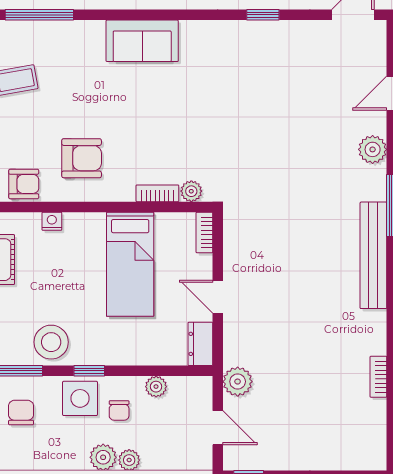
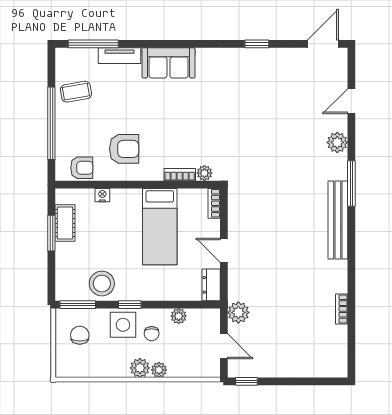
tv unit: (75, 31) -> (120, 56), added

